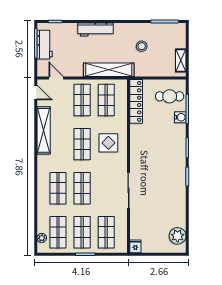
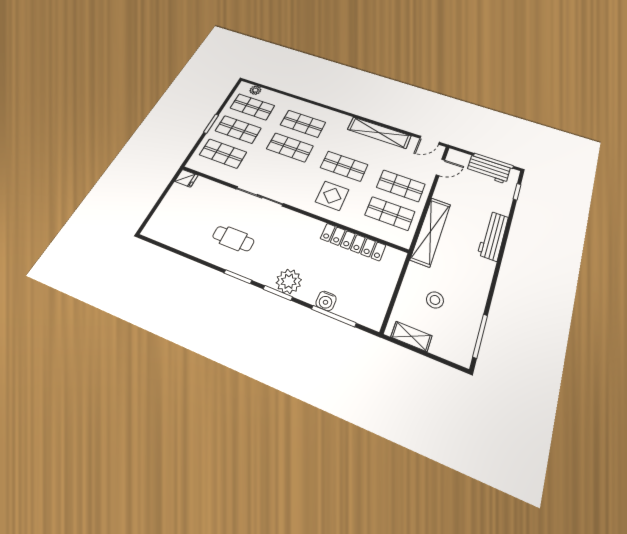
stool: (142, 46) -> (435, 300), moved
cafe table: (170, 96) -> (233, 239), moved, turned 90
locker: (136, 101) -> (353, 242), moved
plant: (178, 236) -> (289, 281), moved

